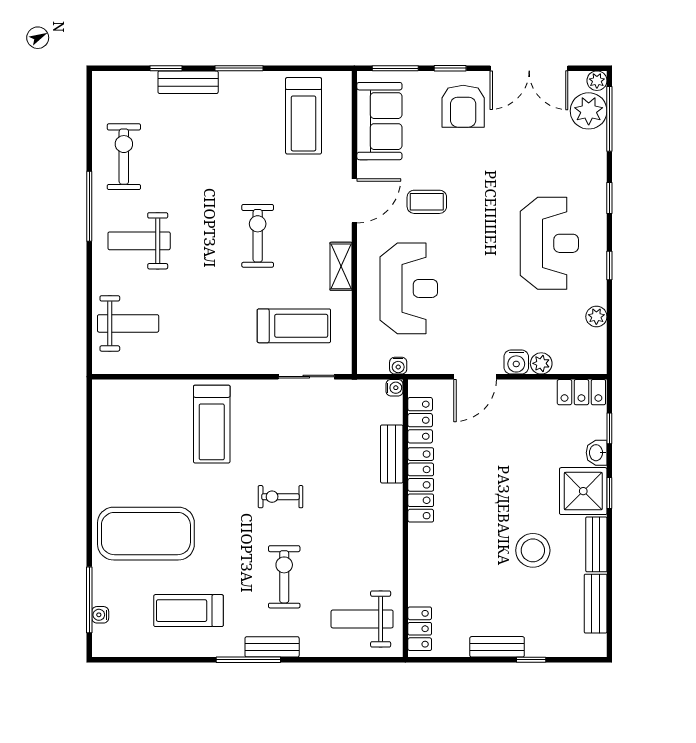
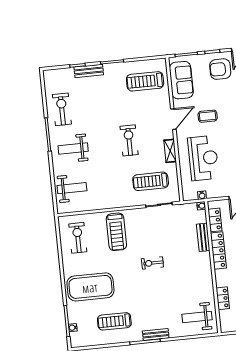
armchair: (463, 106) -> (220, 69), turned 90
treadmill: (304, 116) -> (145, 81), turned 90
treadmill: (294, 326) -> (151, 181), turned 180
exercise bike: (284, 577) -> (78, 238), moved
locker: (420, 629) -> (223, 298), moved

